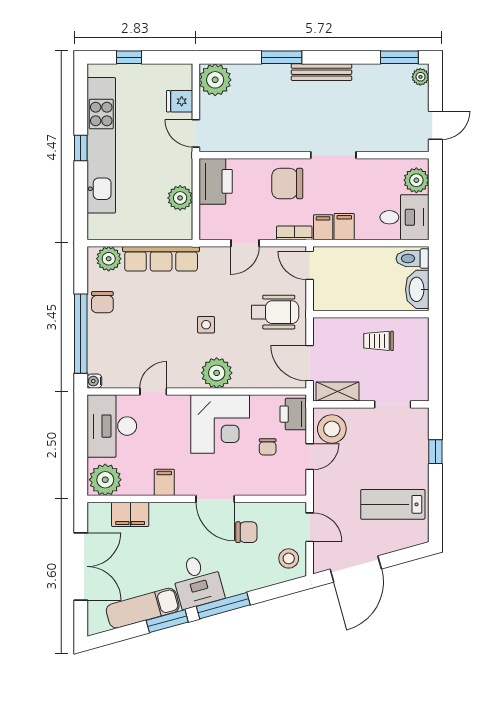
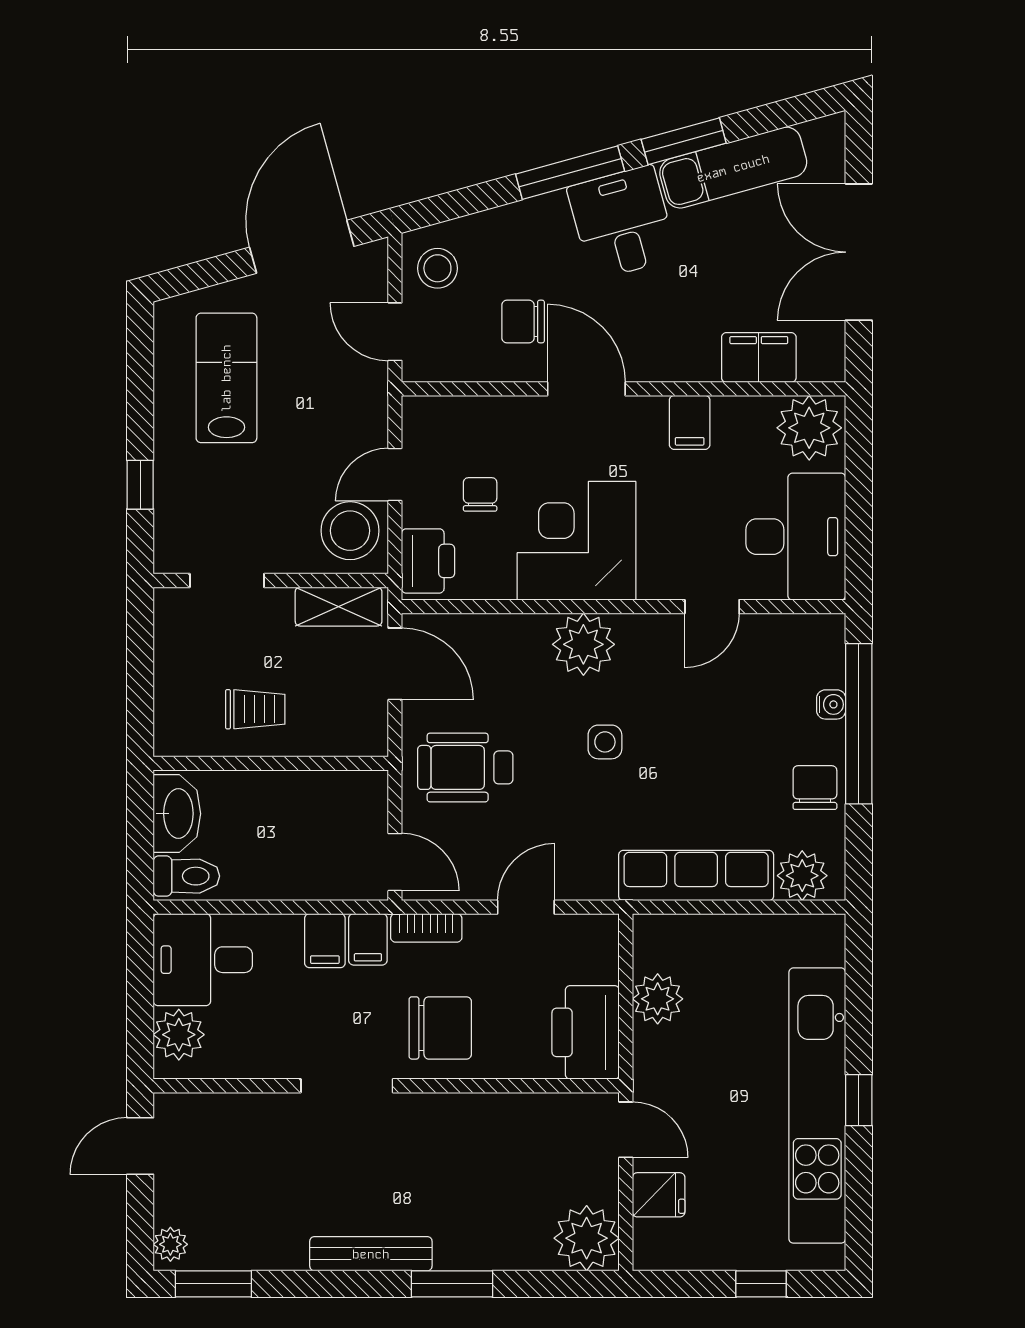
water cooler: (94, 381) -> (831, 704), moved
lab bench: (393, 504) -> (226, 378), turned -90

